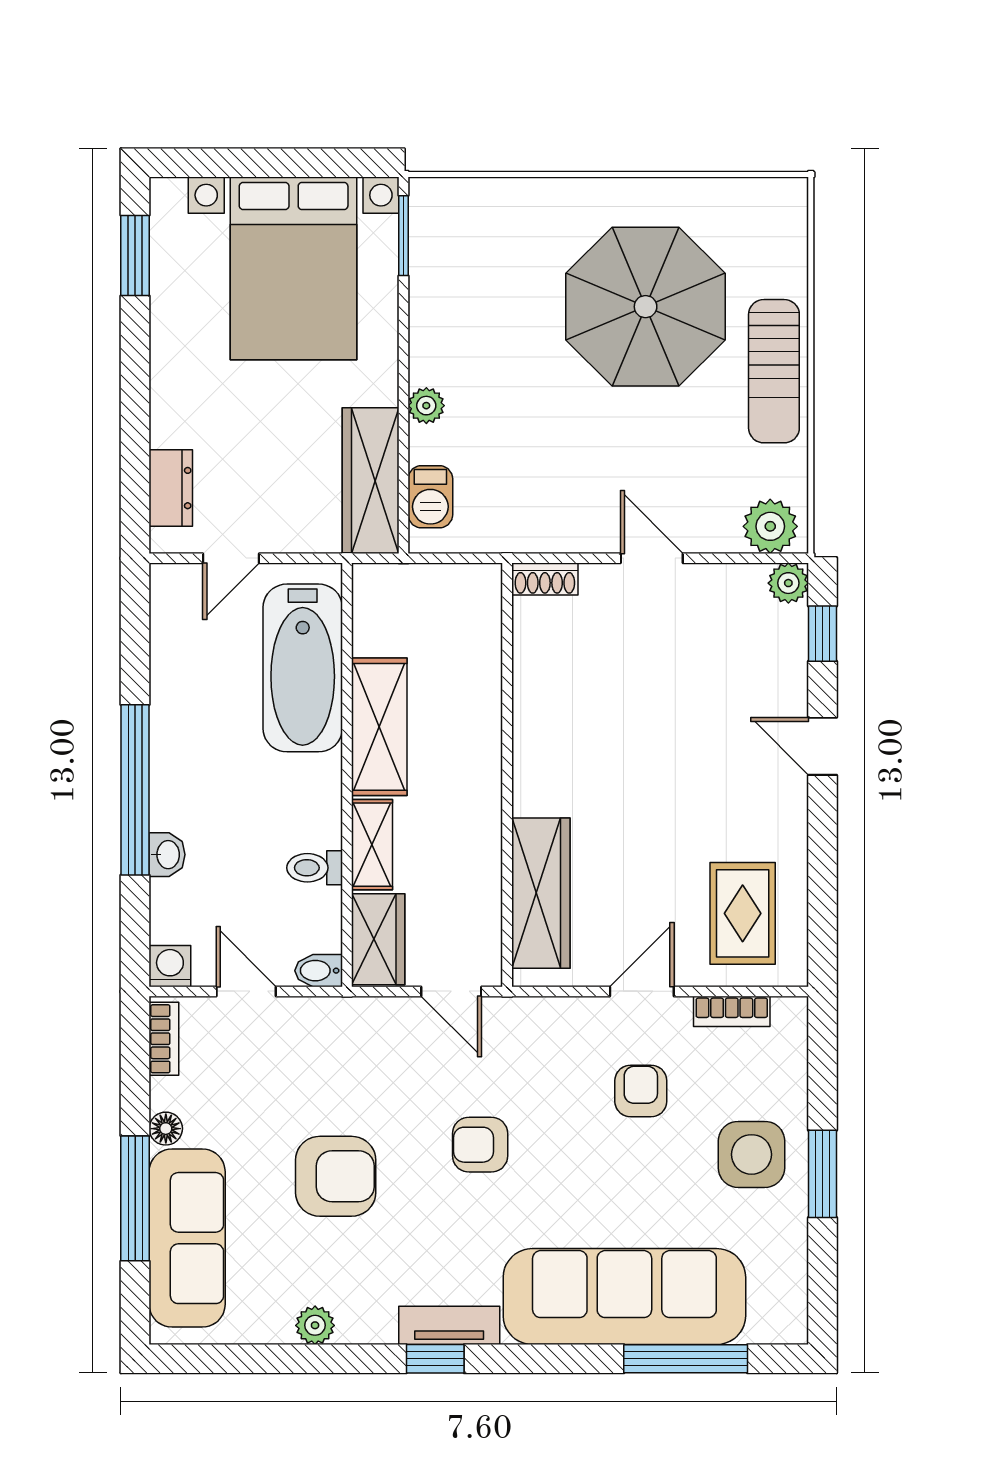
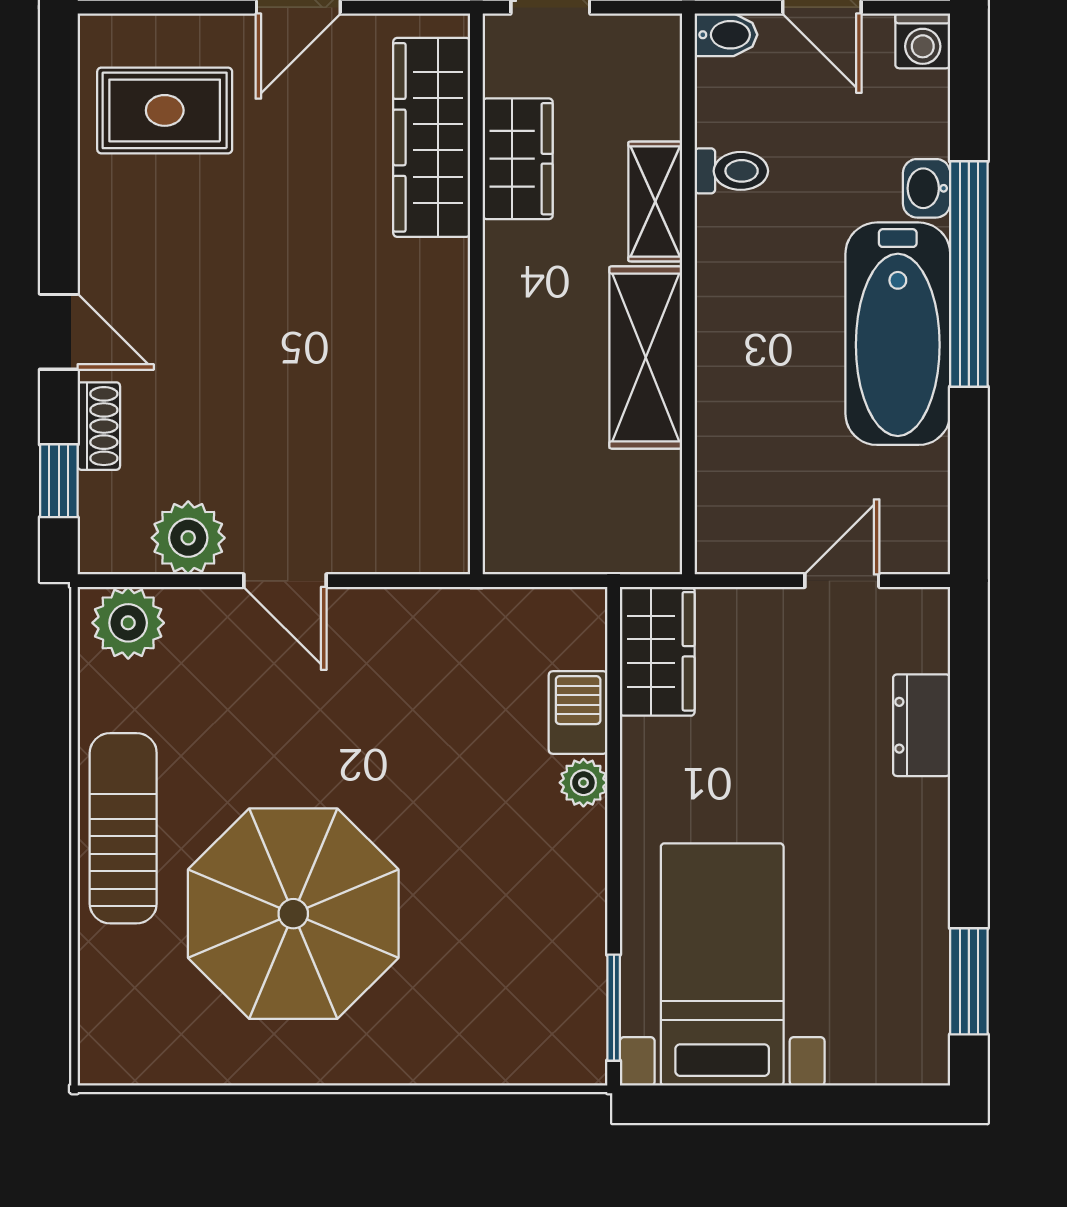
bed with nightstands: (294, 268) -> (722, 964), width x0.73
wardrobe: (371, 481) -> (657, 651), width x0.67
dresser: (171, 488) -> (922, 725), moved
barbecue: (430, 497) -> (578, 712), moved
shoe rack: (545, 579) -> (99, 426), moved, turned 90
plant: (788, 583) -> (188, 538), moved, width x1.38, depth x1.38
bathtub: (303, 668) -> (898, 334), moved, turned 180
rug: (743, 913) -> (165, 110), turned 90
wardrobe: (378, 939) -> (518, 159), moved, turned 180

